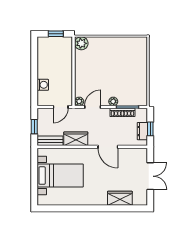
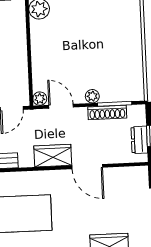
door: (93, 107) -> (61, 106), hinge flipped
wardrobe: (76, 139) -> (53, 156), moved

